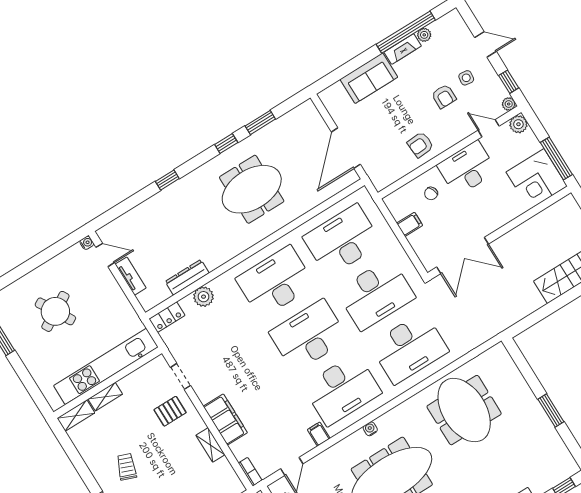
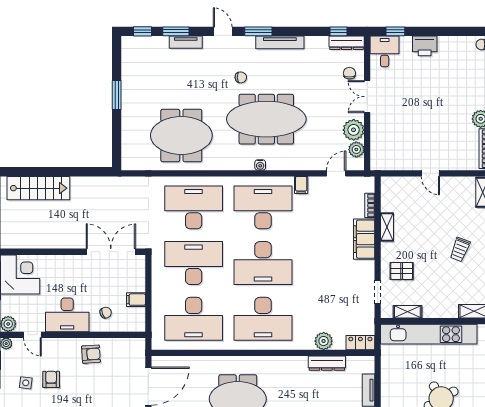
shelving: (105, 397) -> (407, 312), moved
meeting table: (464, 410) -> (181, 136), turned 90
bookcase: (250, 472) -> (370, 205), moved

